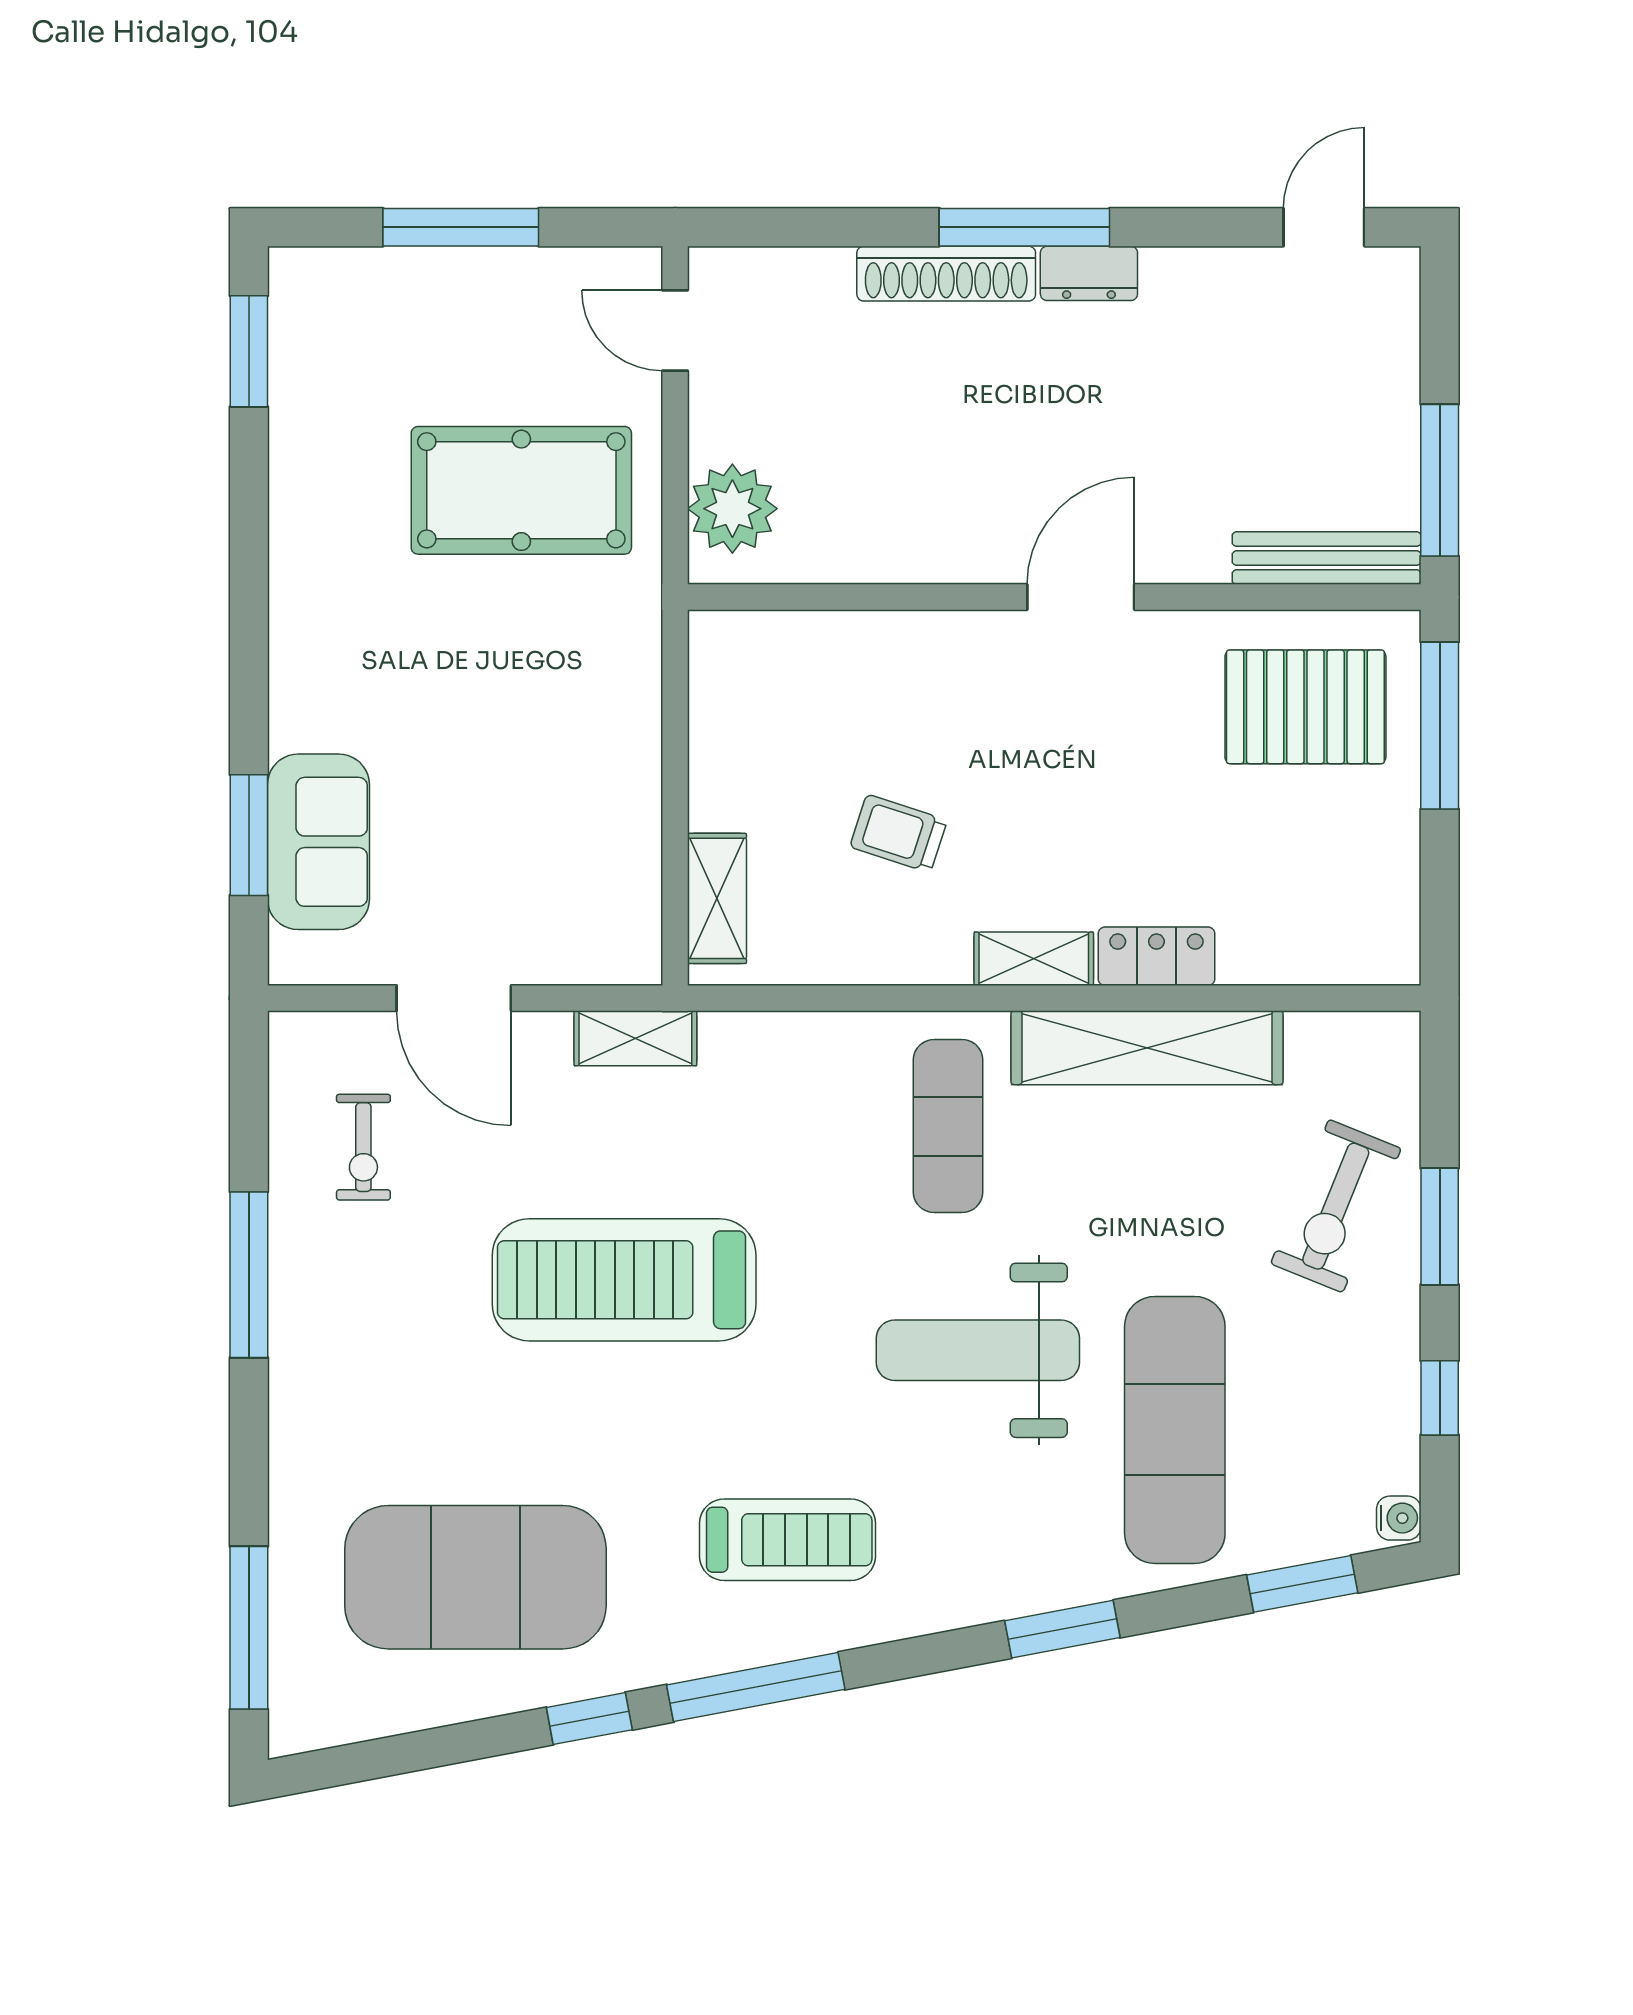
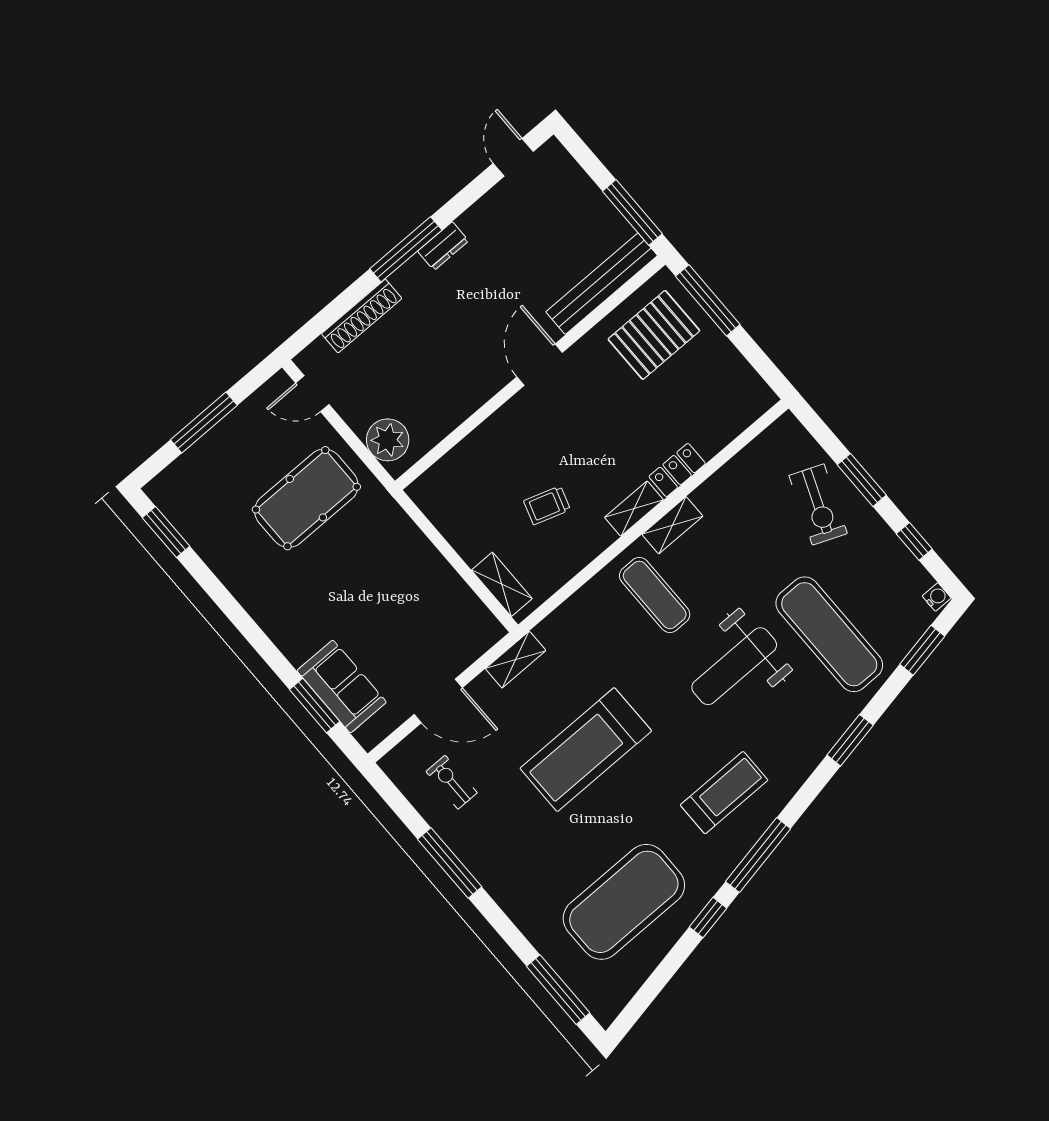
shoe rack: (946, 274) -> (362, 316), moved
bench: (1327, 558) -> (602, 284), width x1.37, depth x1.21
shelving: (1147, 1048) -> (672, 525), width x0.45, depth x0.75
exercise bike: (363, 1147) -> (452, 782), turned 180

